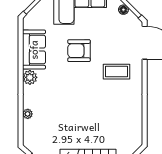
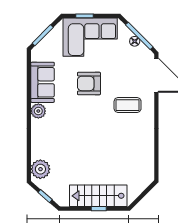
plant: (28, 114) -> (40, 169), moved, width x1.87, depth x1.87

